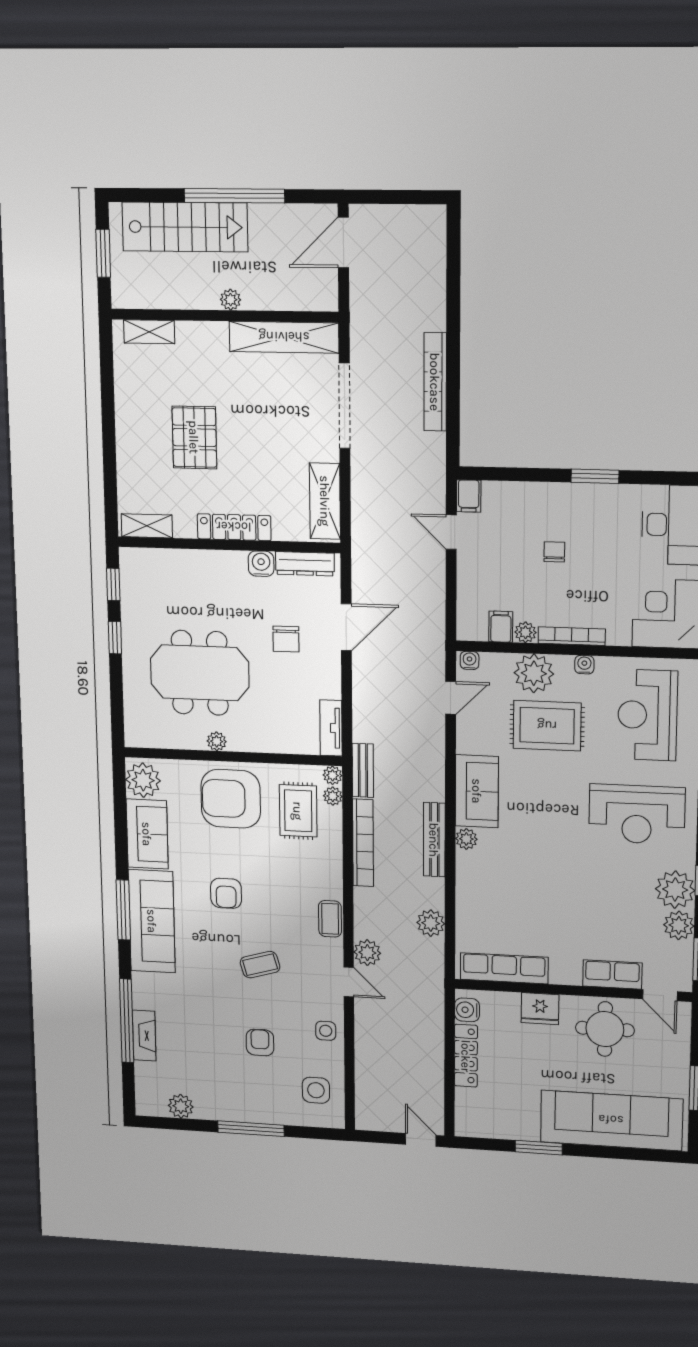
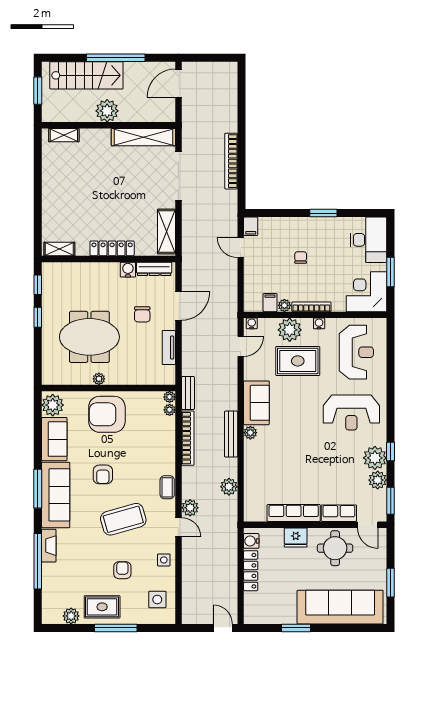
plant: (230, 300) -> (107, 111), width x1.88, depth x1.88
pallet: (194, 437) -> (89, 196), removed
reception desk: (647, 715) -> (356, 352), turned 180
tv unit: (331, 728) -> (169, 348), moved
rug: (298, 811) -> (102, 607), moved, turned 90
coffee table: (260, 965) -> (123, 519), width x1.86, depth x1.72
row of seats: (504, 968) -> (294, 513), moved
fireplace: (144, 1036) -> (49, 546), moved

